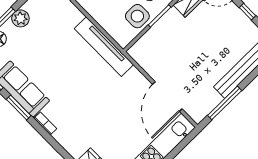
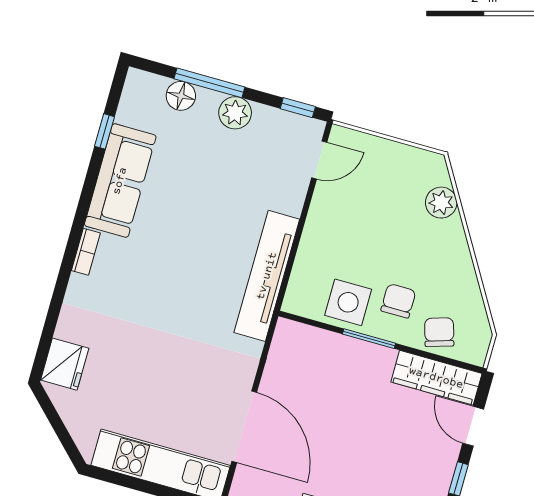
door: (167, 97) -> (244, 427), swing flipped
window: (19, 108) -> (87, 193), removed

